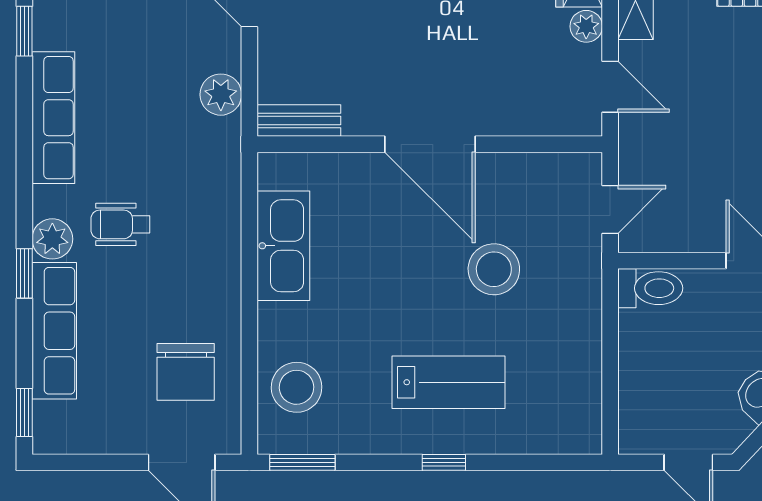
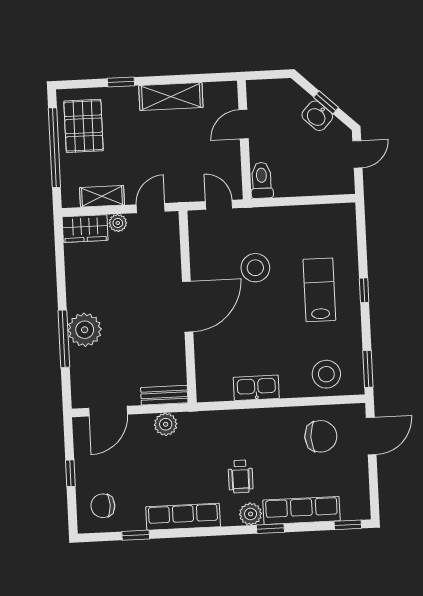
bench: (299, 121) -> (164, 395), moved, turned 90
kitchen sink: (283, 246) -> (256, 388), width x0.73, depth x0.81

